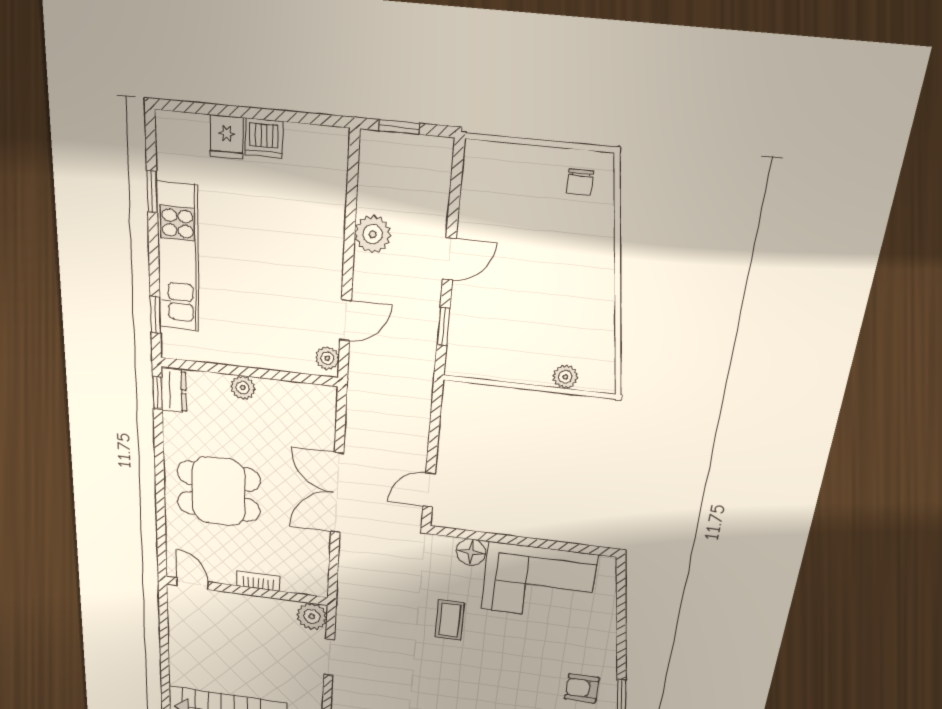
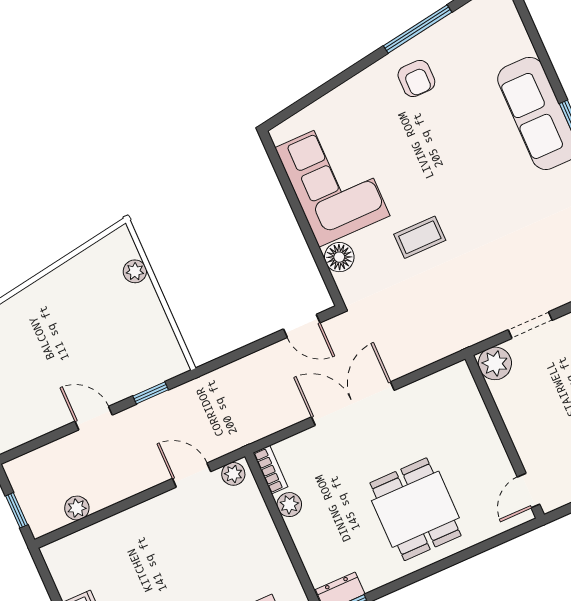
plant: (373, 234) -> (77, 508), moved, width x0.73, depth x0.73
plant: (243, 388) -> (289, 505), moved
double door: (337, 493) -> (353, 404), swing flipped
bookcase: (258, 581) -> (270, 470), moved, turned 180

